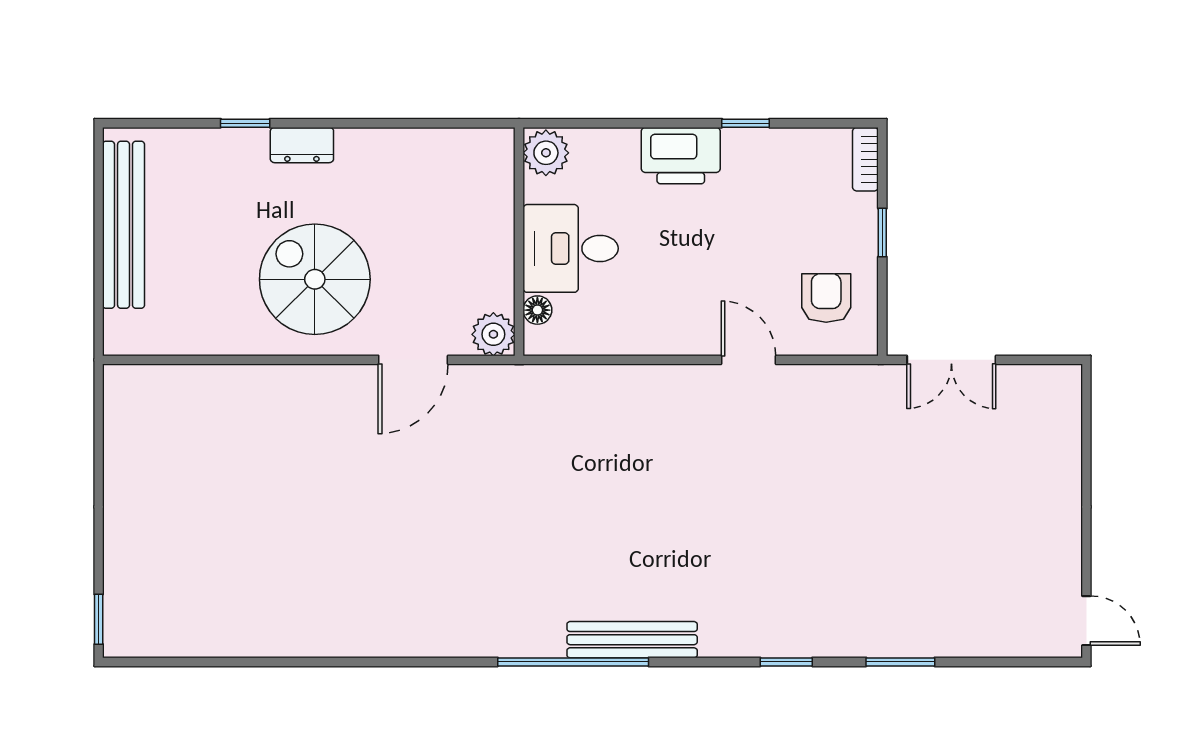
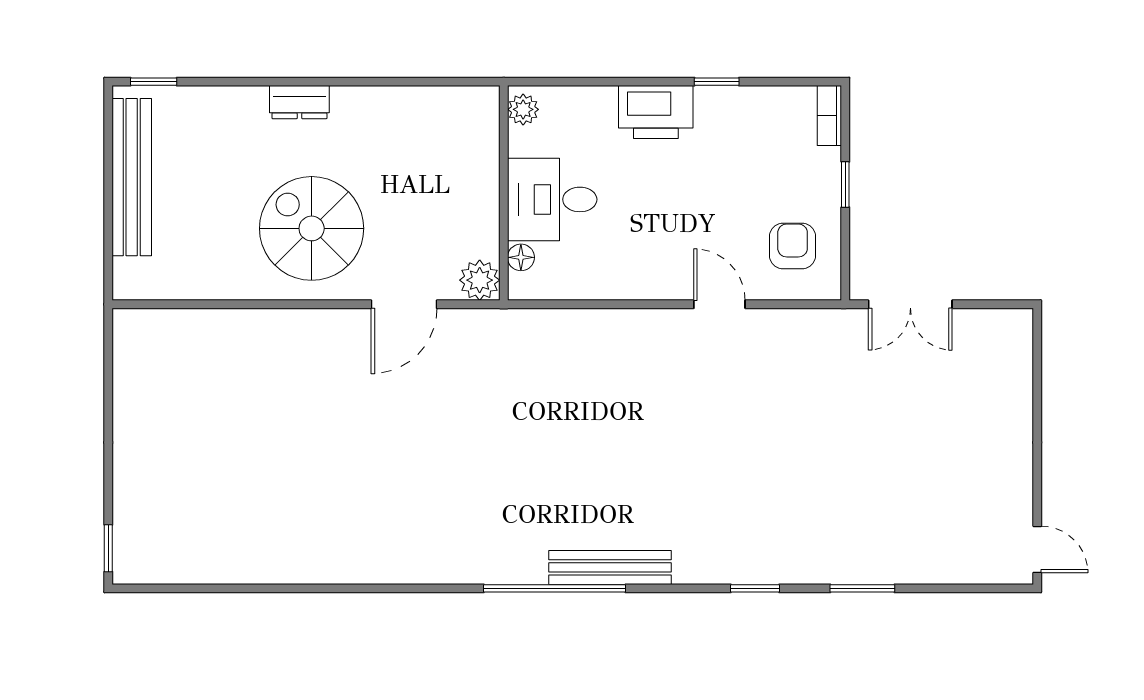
window: (245, 123) -> (154, 82), moved
plant: (546, 153) -> (523, 109), width x0.73, depth x0.73

